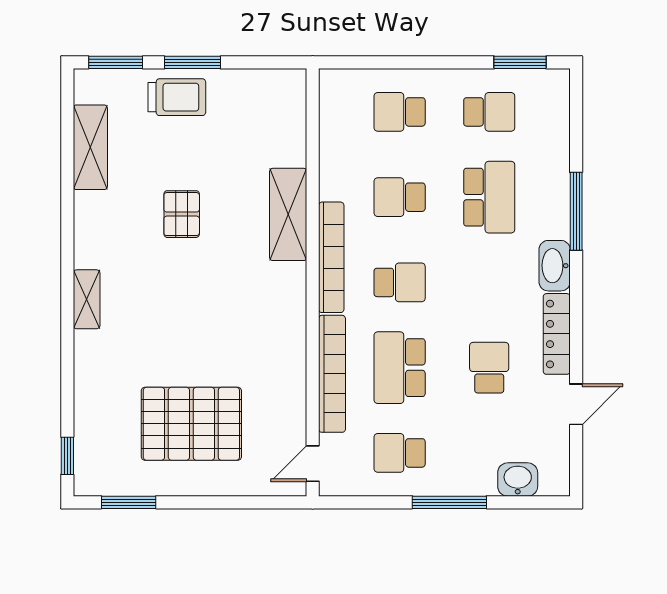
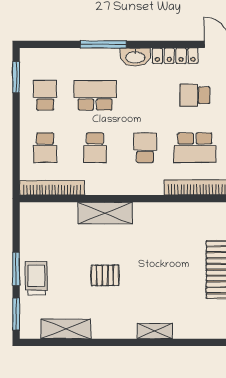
bookcase: (331, 257) -> (52, 188), moved

